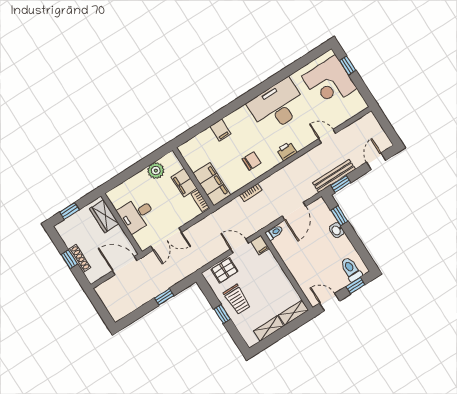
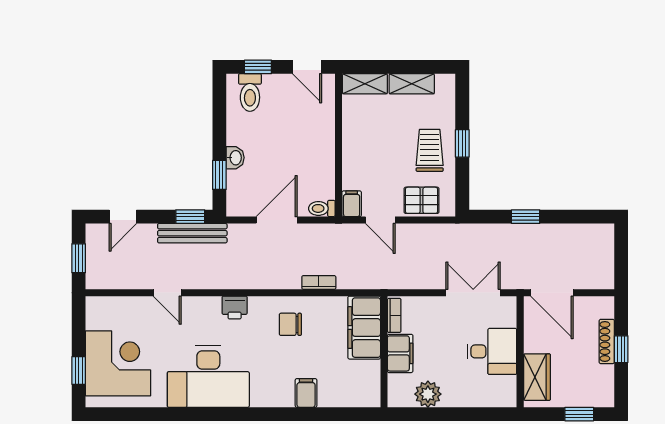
window: (385, 124) -> (79, 258), added

